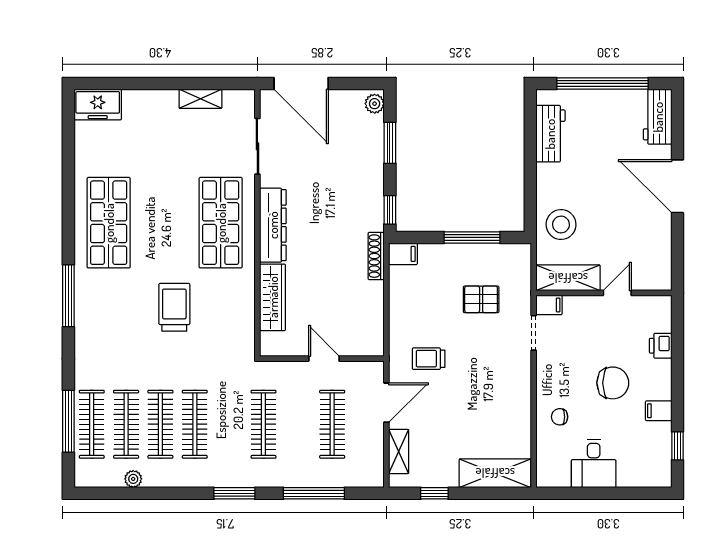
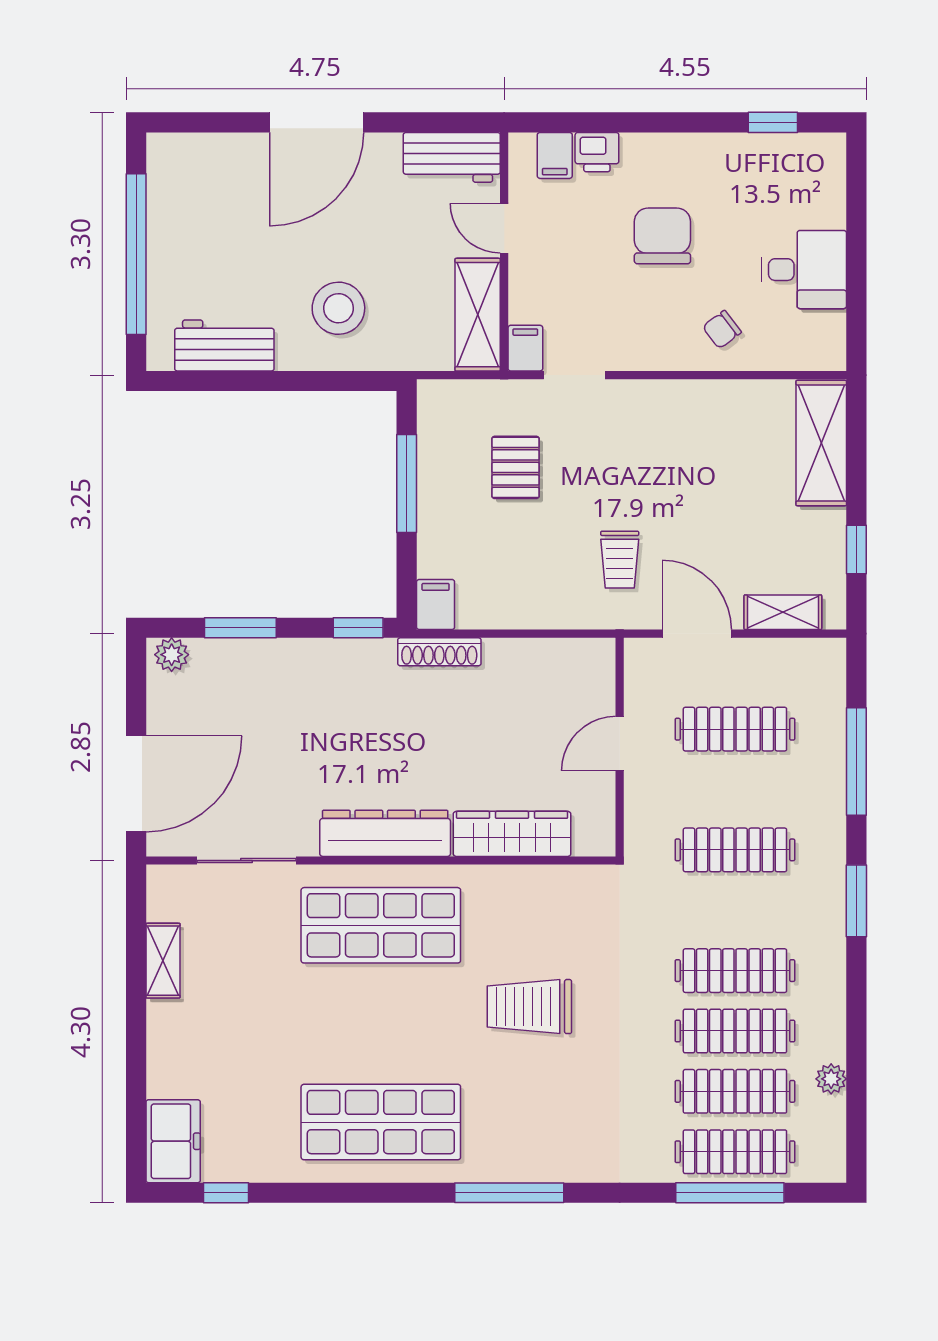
workbench: (658, 117) -> (452, 157), moved
window: (68, 135) -> (226, 1193), added
stool: (561, 224) -> (338, 308), moved
filing cabinet: (659, 411) -> (555, 155), moved
chair: (560, 417) -> (722, 330), turned 53

